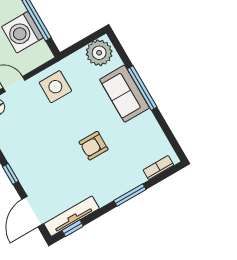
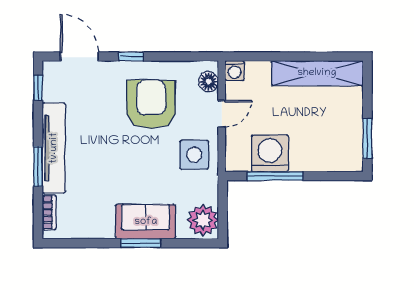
window: (142, 88) -> (141, 243), width x0.69
armchair: (94, 146) -> (151, 104), moved, width x1.88, depth x1.88
tv unit: (72, 216) -> (54, 148), moved, width x1.36, depth x1.29

